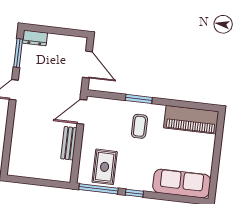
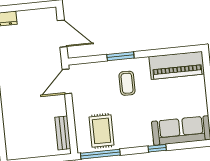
bench: (69, 143) -> (63, 133), moved
window: (134, 193) -> (157, 148), moved

